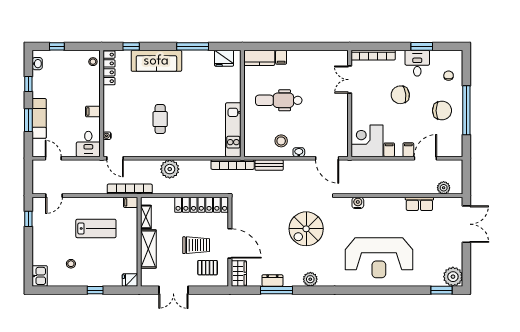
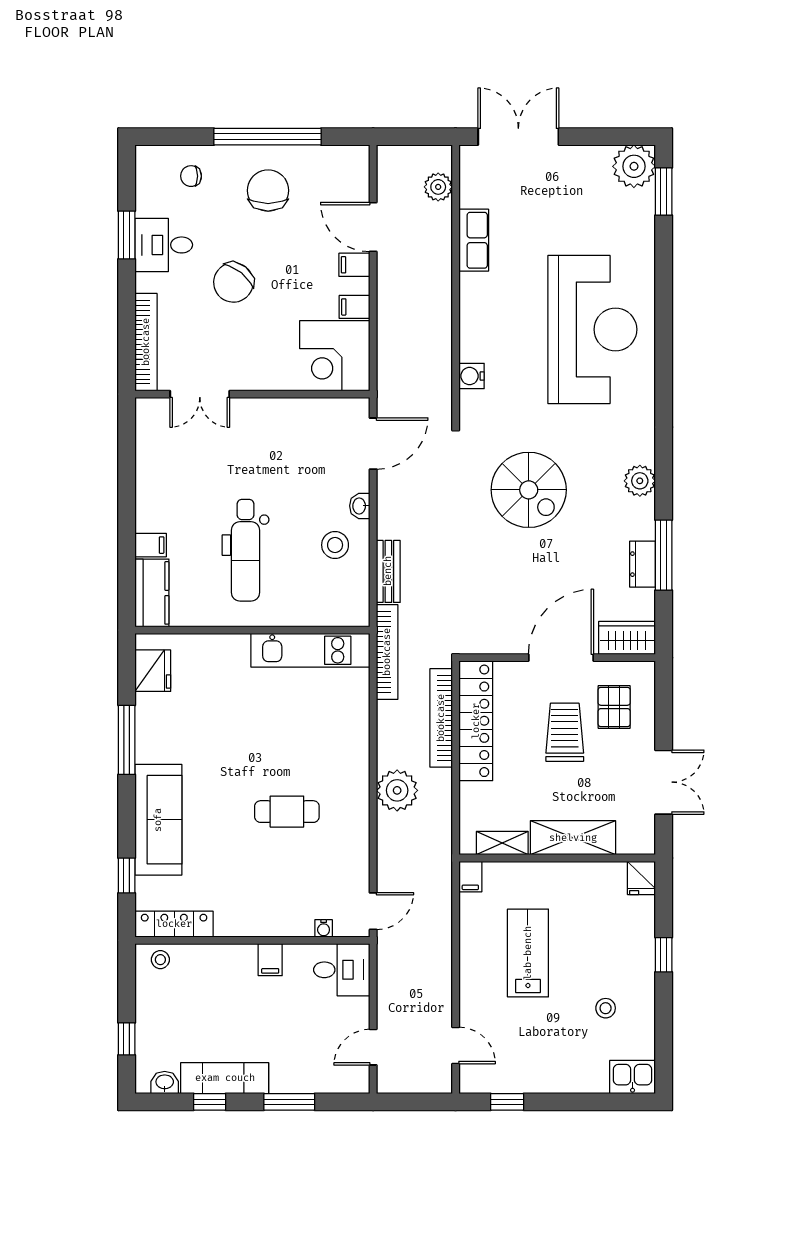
chair: (400, 95) -> (233, 282), turned 47
exam couch: (39, 118) -> (225, 1078), moved
bookcase: (130, 189) -> (441, 718), moved

